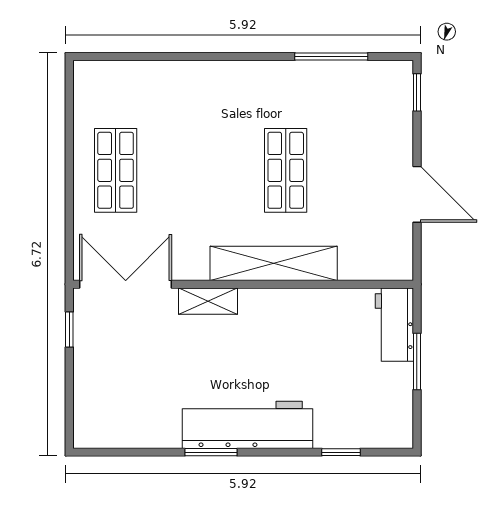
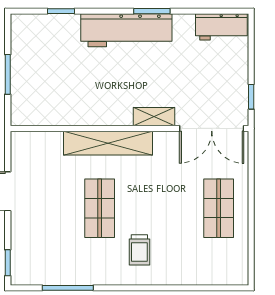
trolley: (229, 111) -> (139, 250), added
workbench: (394, 325) -> (221, 27), moved, turned 90

